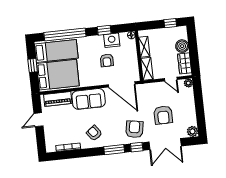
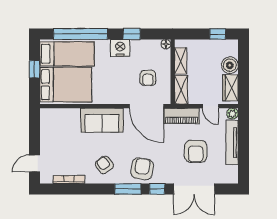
nightstand: (112, 40) -> (120, 48), moved
armchair: (107, 60) -> (148, 78), moved
piano: (58, 99) -> (182, 116), moved
tv unit: (190, 105) -> (232, 143), added
door: (38, 120) -> (35, 163), moved
armchair: (134, 129) -> (142, 169), moved
plant: (192, 131) -> (231, 176), removed

